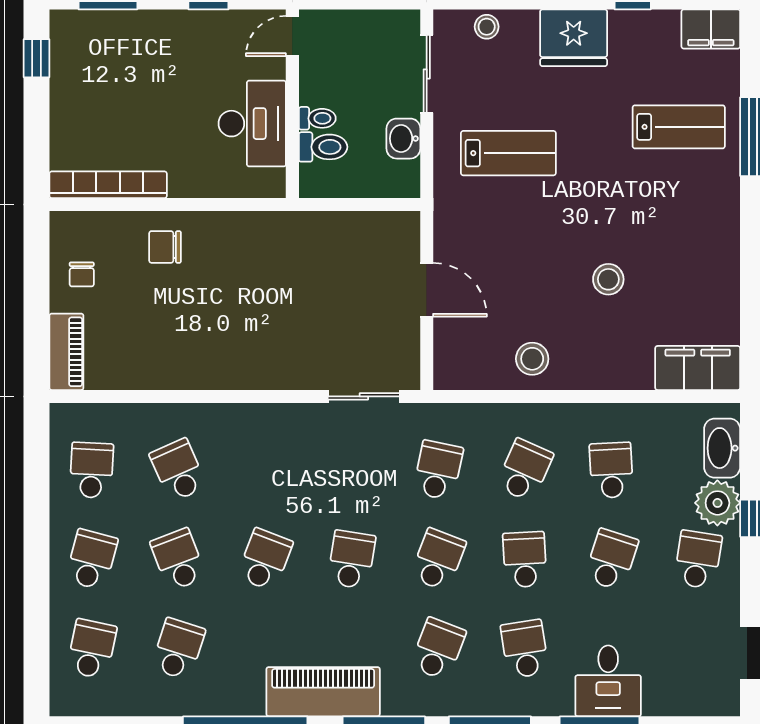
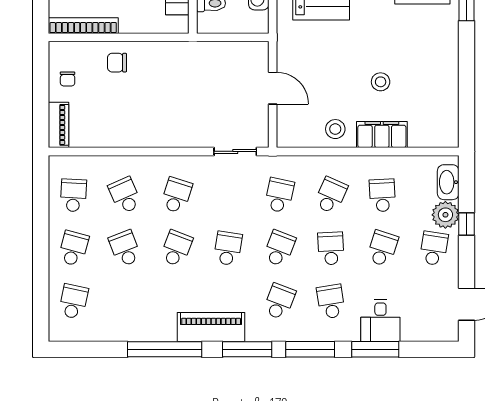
filing cabinet: (698, 368) -> (382, 135), moved
school desk: (178, 649) -> (176, 195), moved

